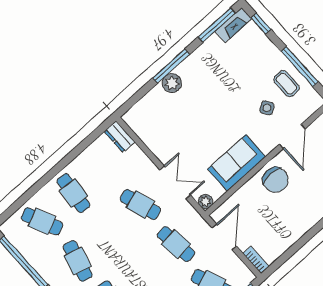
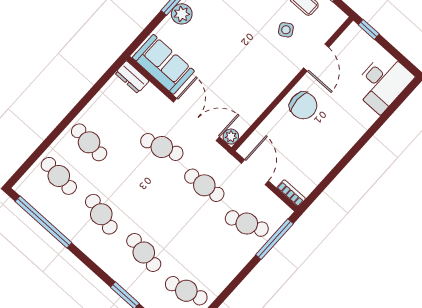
sofa: (237, 163) -> (163, 64), moved, turned 90
double door: (175, 182) -> (196, 119), width x1.37
cafe table: (42, 221) -> (59, 176), turned 30

